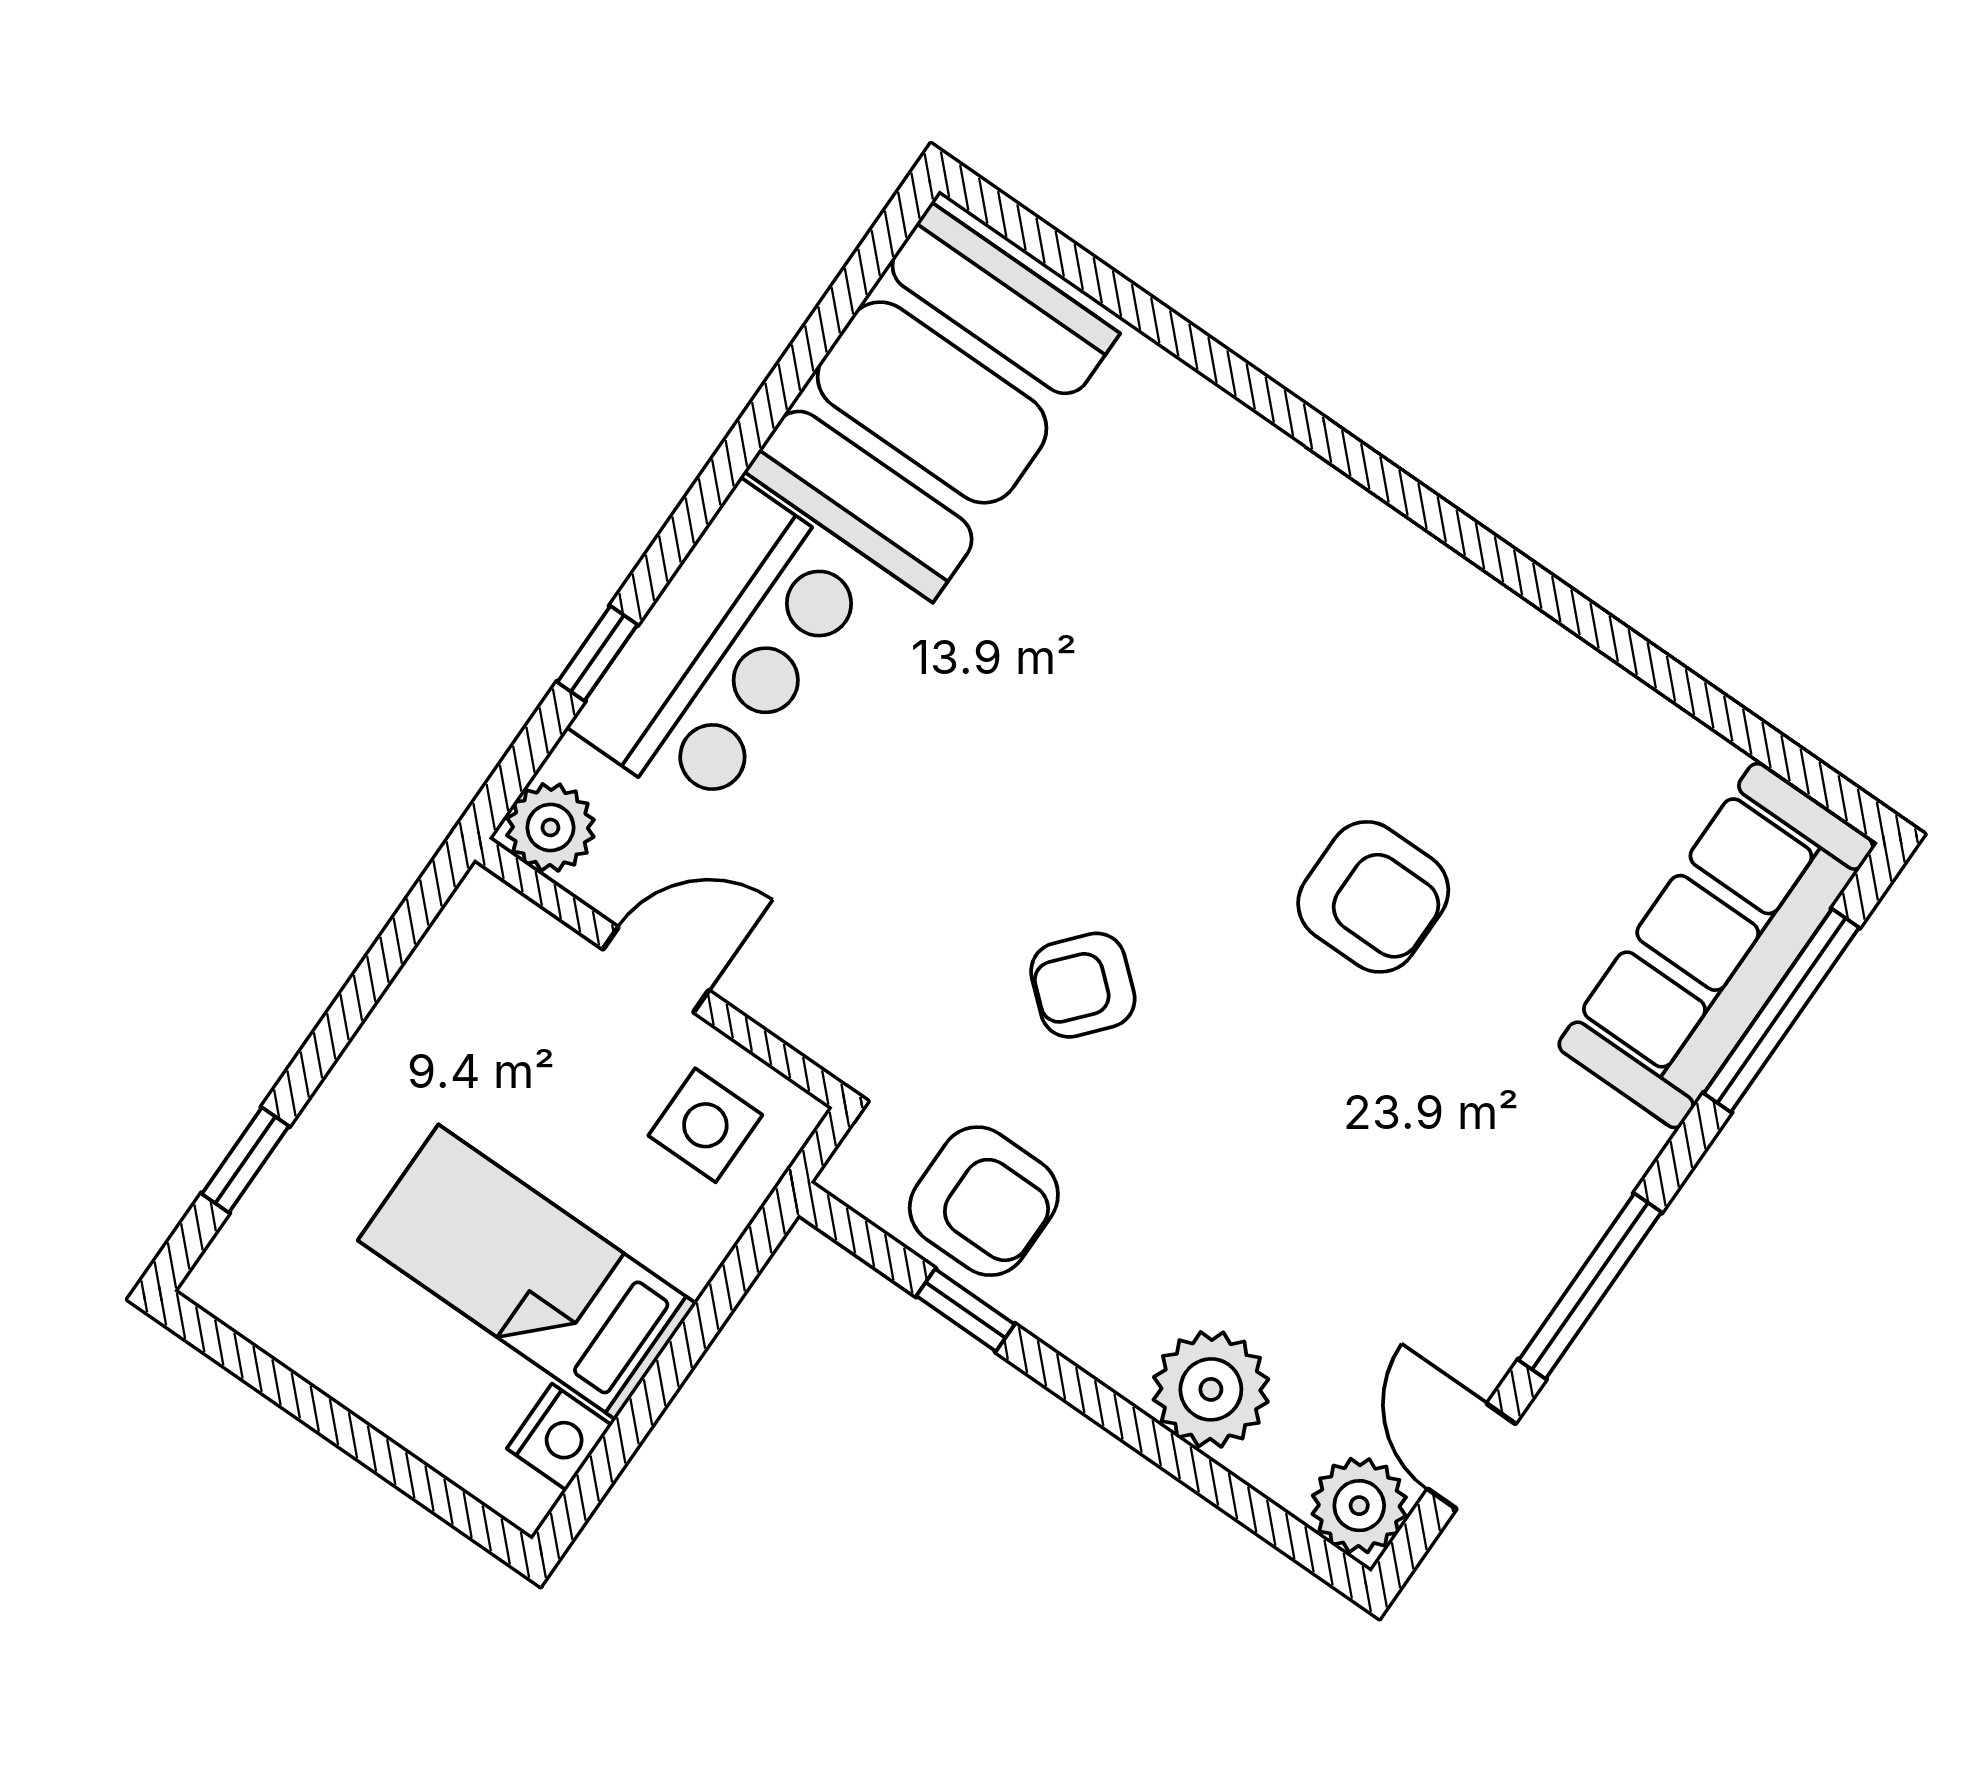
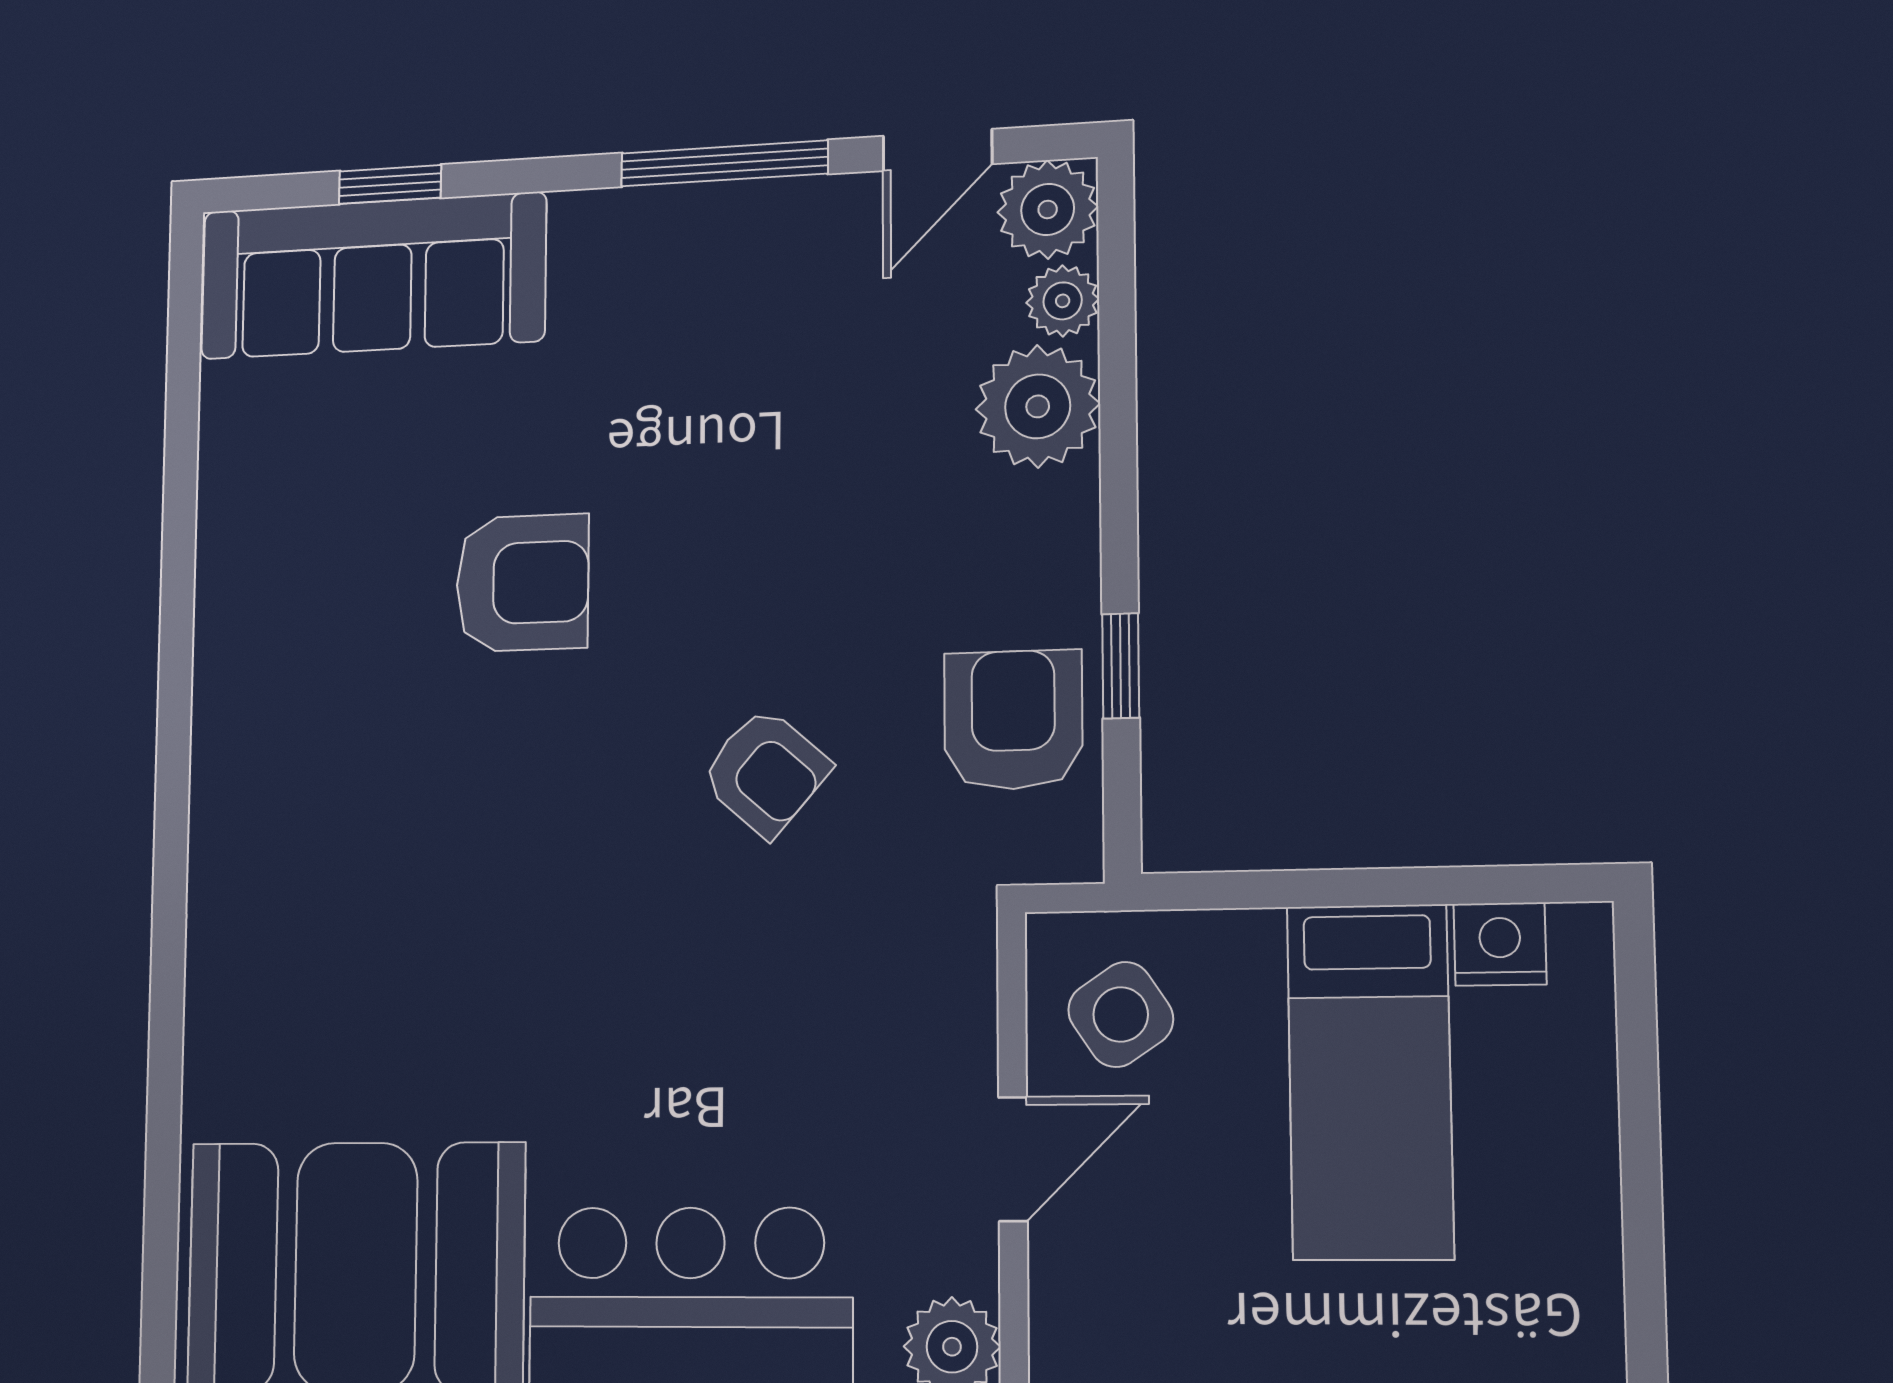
armchair: (1373, 897) -> (522, 583), turned 90
door: (656, 970) -> (1013, 1159), swing flipped
window: (1781, 1010) -> (390, 184), width x0.46
side table: (705, 1125) -> (1121, 1014), turned -34
plant: (1279, 1466) -> (1063, 301), added

